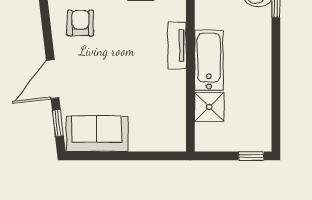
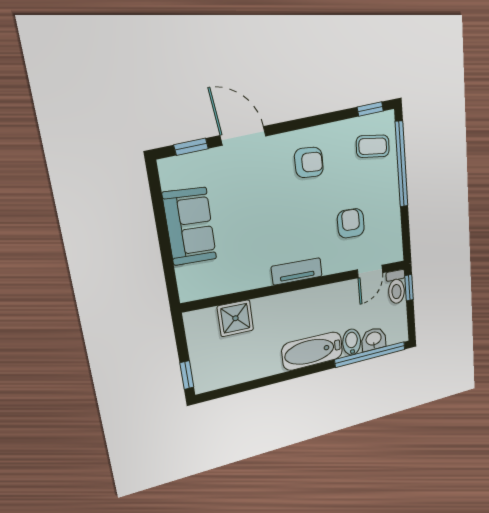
bathtub: (209, 61) -> (313, 351), moved, turned 180
sofa: (97, 134) -> (190, 226), moved

